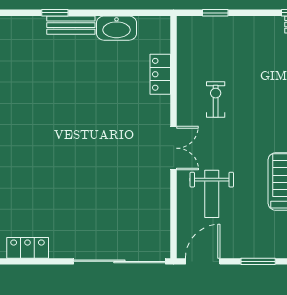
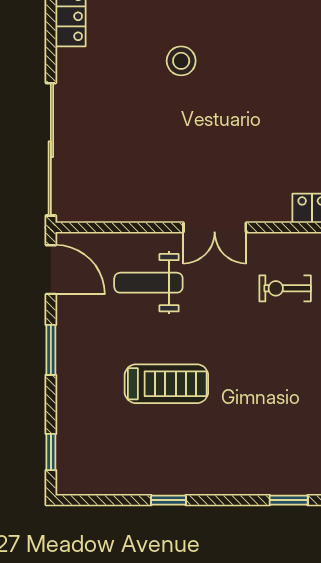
exercise bike: (216, 99) -> (285, 288), turned 180
stool: (58, 171) -> (181, 61), added

